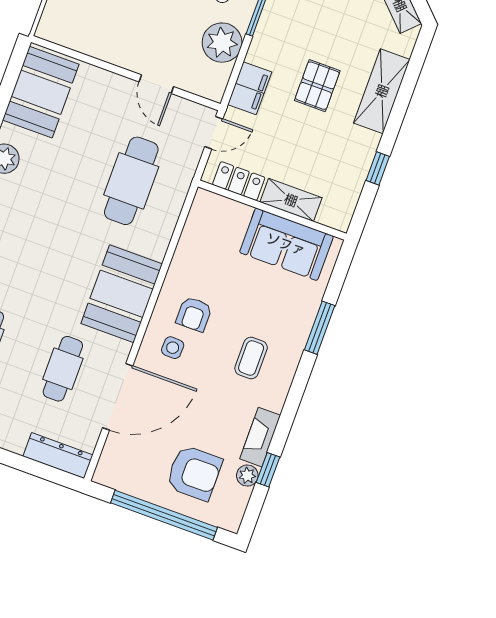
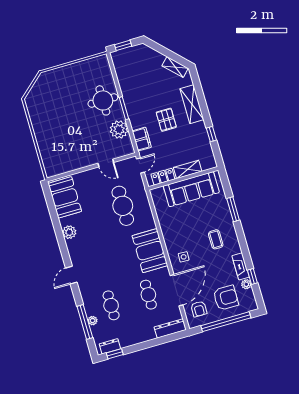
sofa: (286, 244) -> (191, 189), width x1.36
armchair: (194, 314) -> (199, 309), moved

